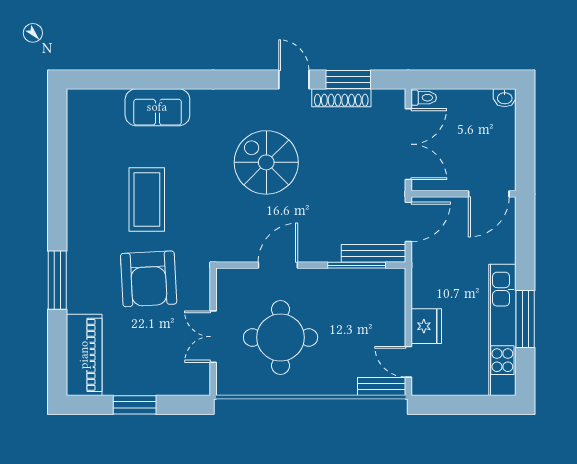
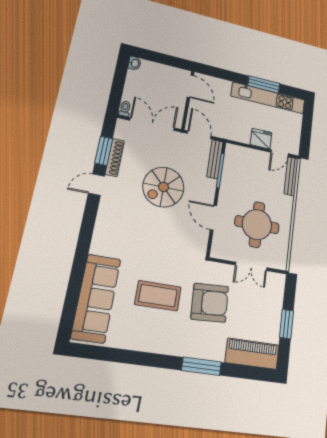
sofa: (157, 107) -> (96, 298), width x1.85, depth x1.27
spiral stairs: (266, 162) -> (163, 187), moved
bench: (382, 386) -> (291, 176), width x1.36

